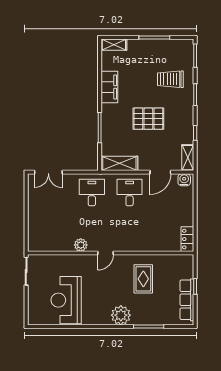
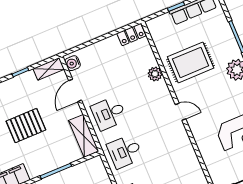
pallet: (148, 119) -> (26, 126), turned 90
door: (160, 172) -> (75, 90), swing flipped
plant: (81, 245) -> (155, 74), moved
rug: (143, 279) -> (191, 62), width x1.36, depth x1.43

